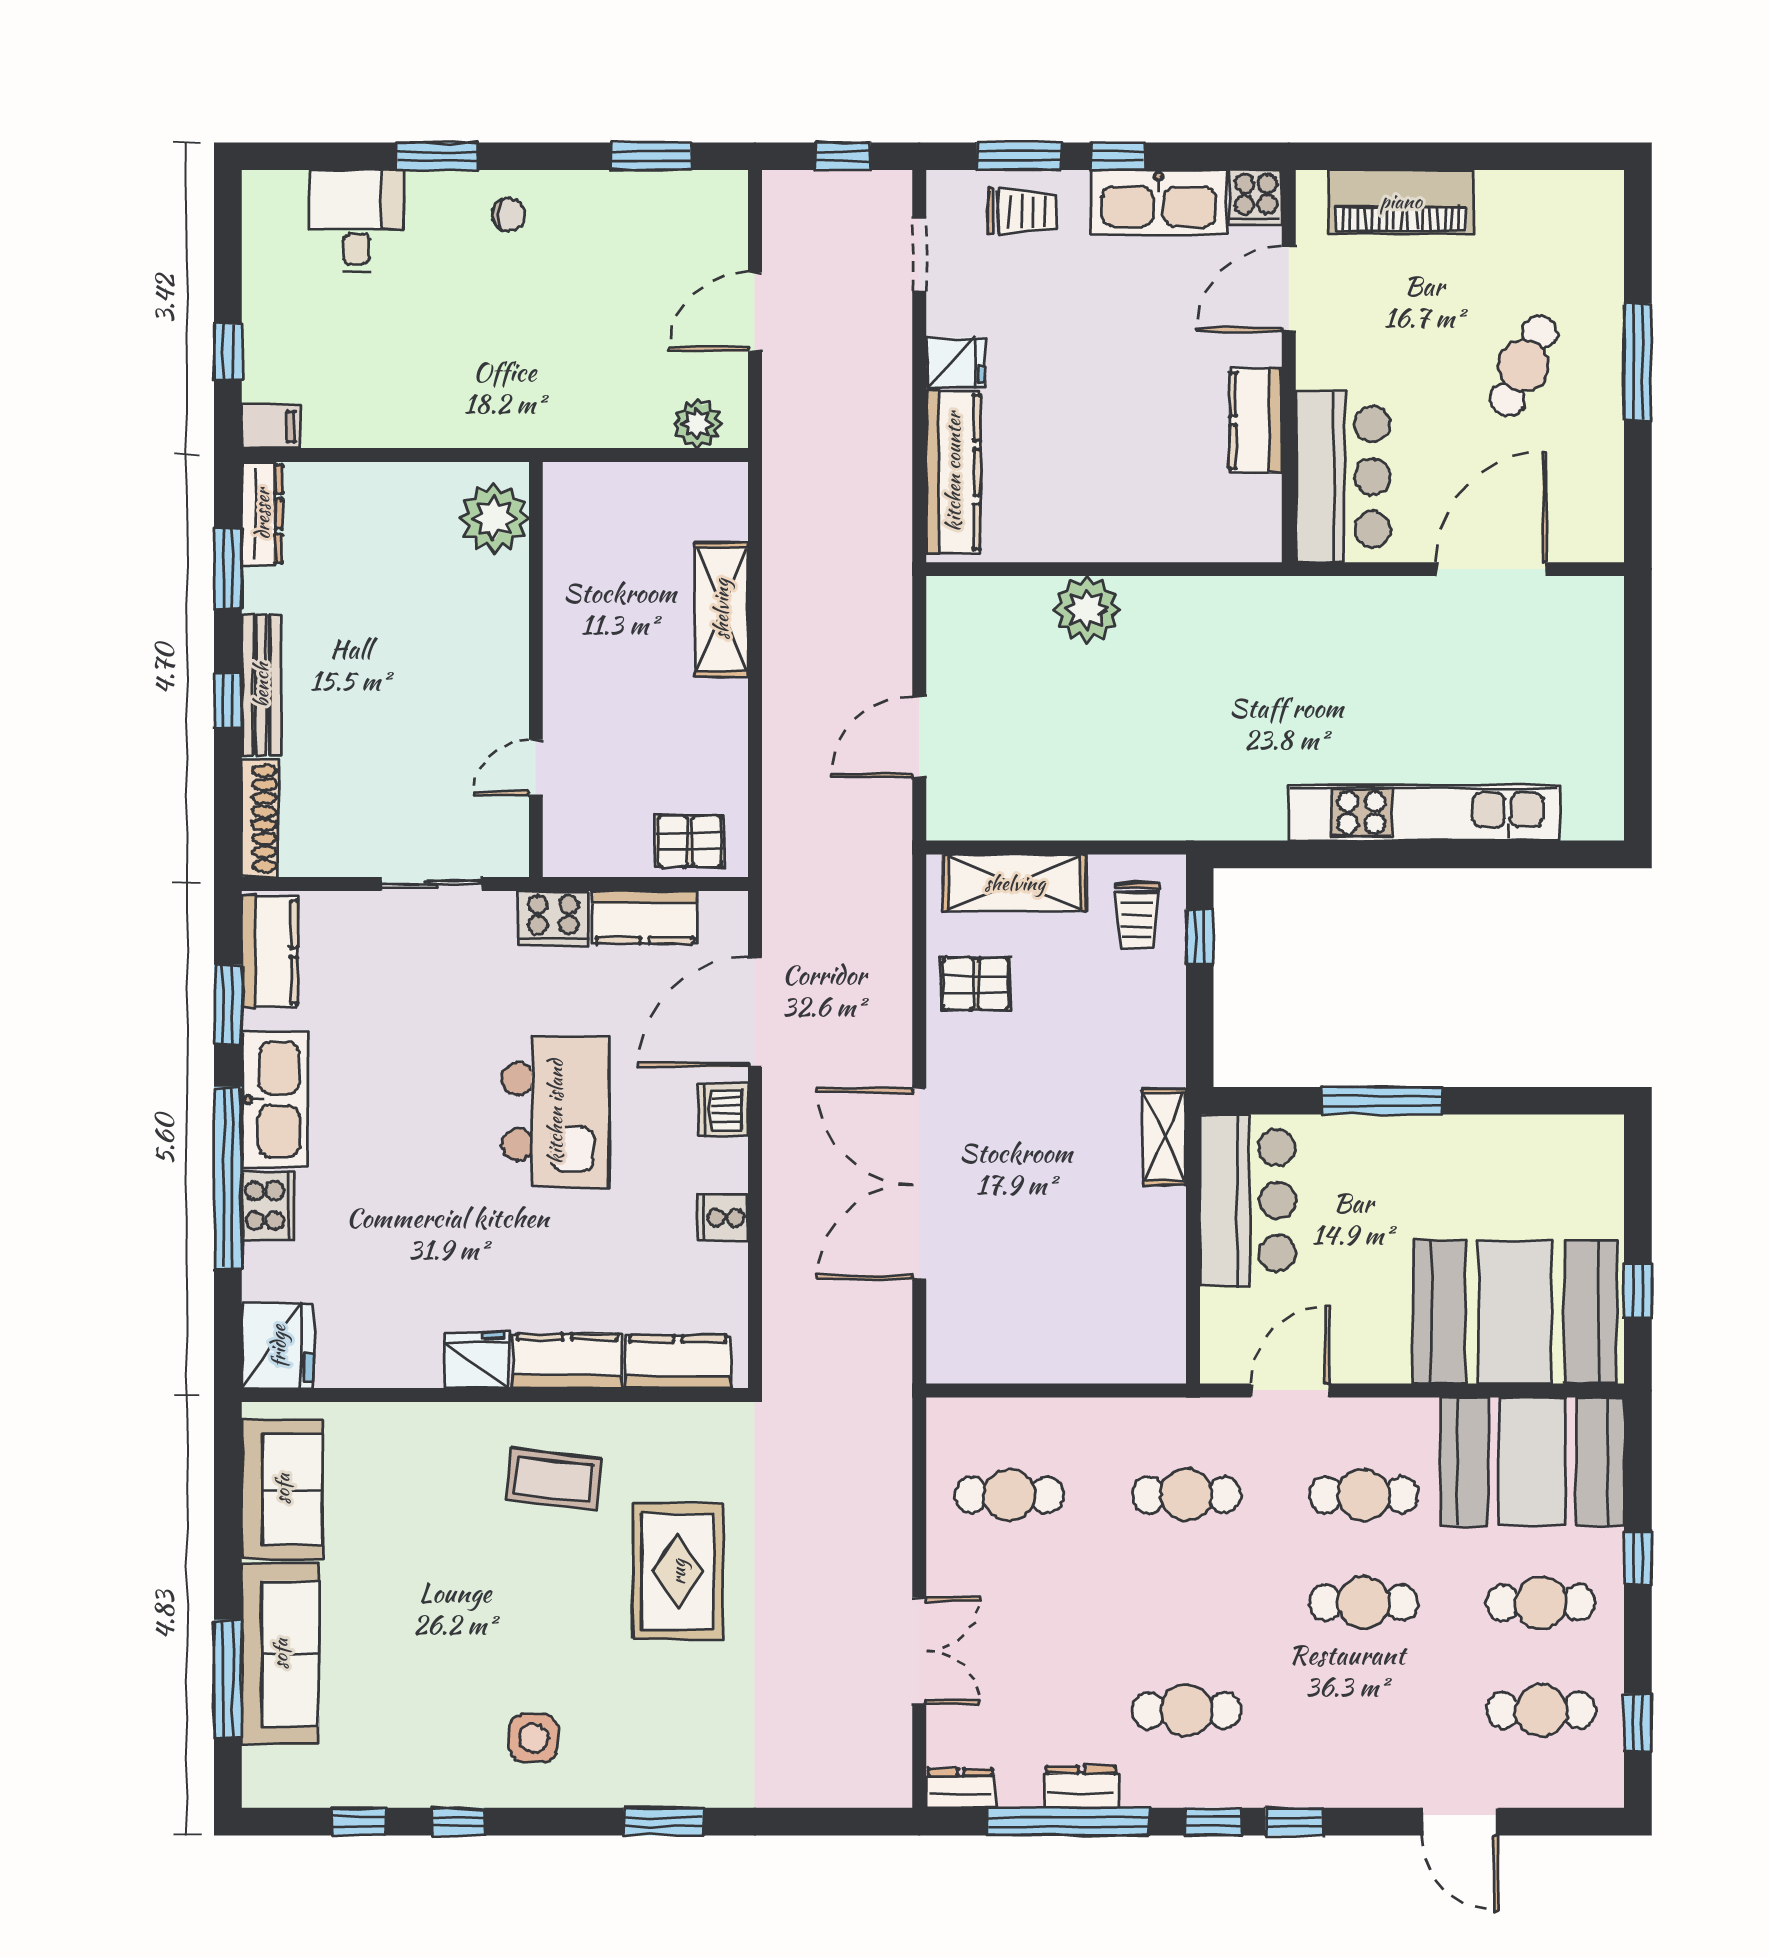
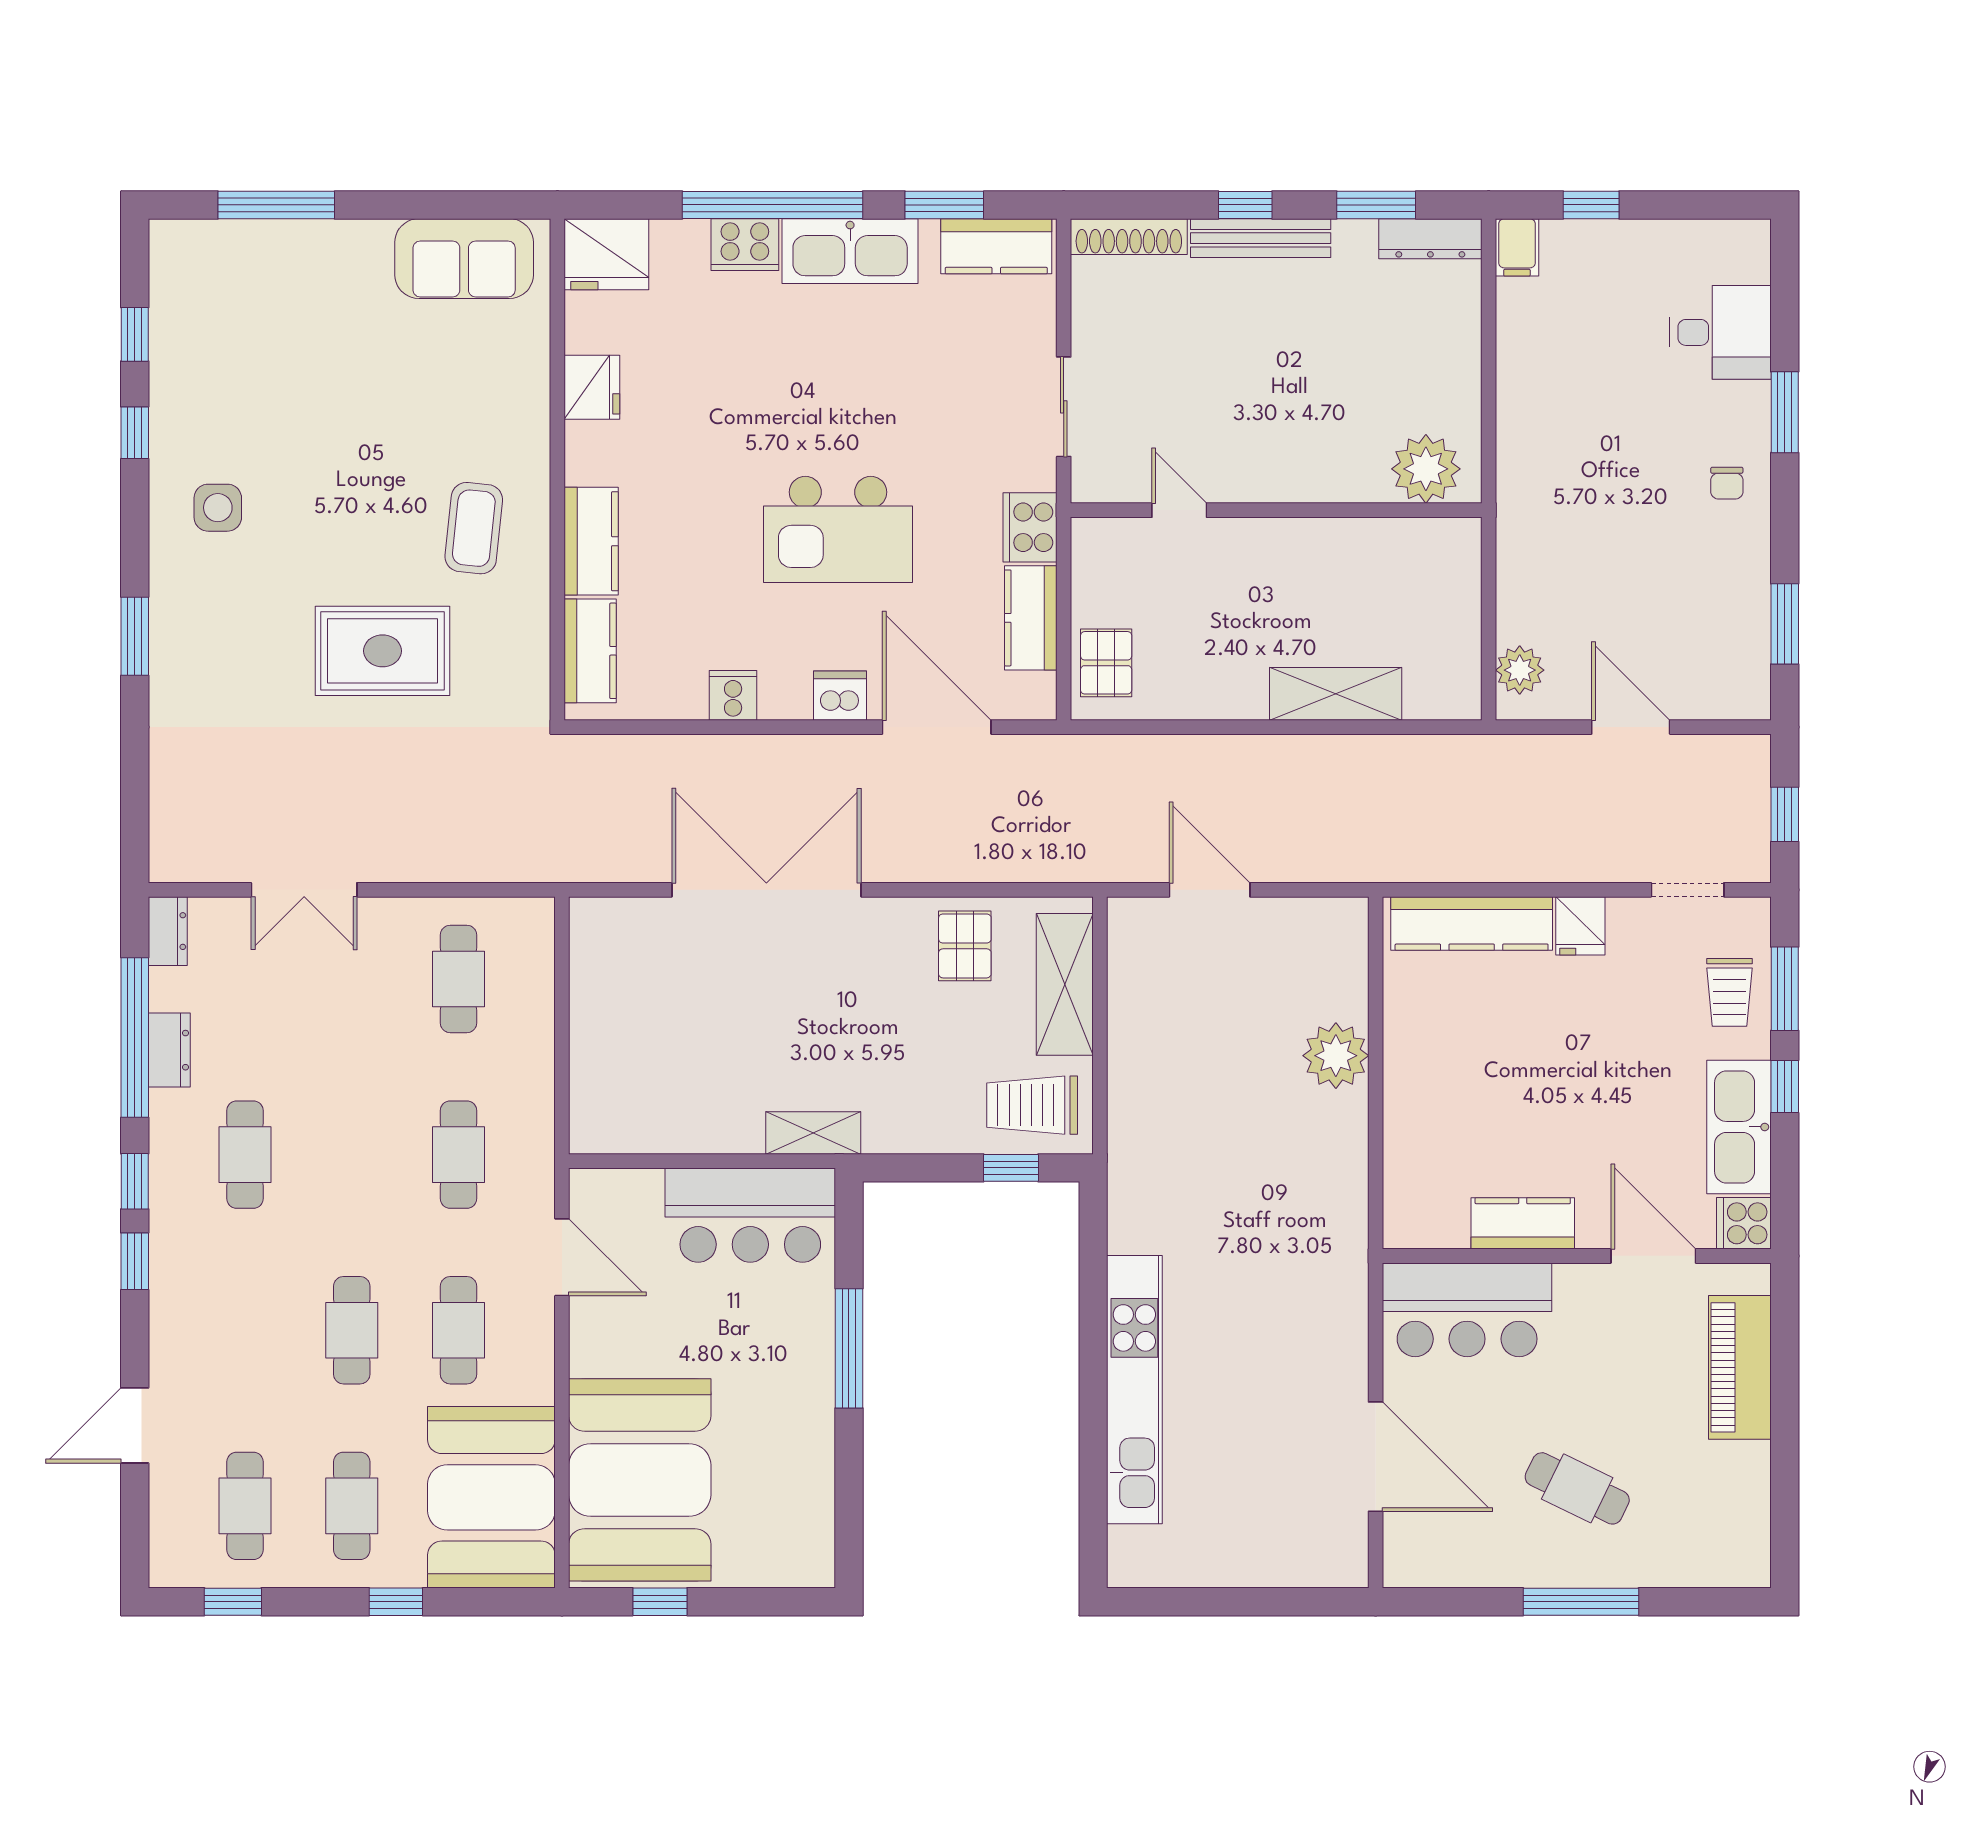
trolley: (1137, 916) -> (1032, 1105), width x1.36, depth x1.39
fridge: (477, 1360) -> (592, 387), moved
sofa: (280, 1654) -> (301, 257), removed

